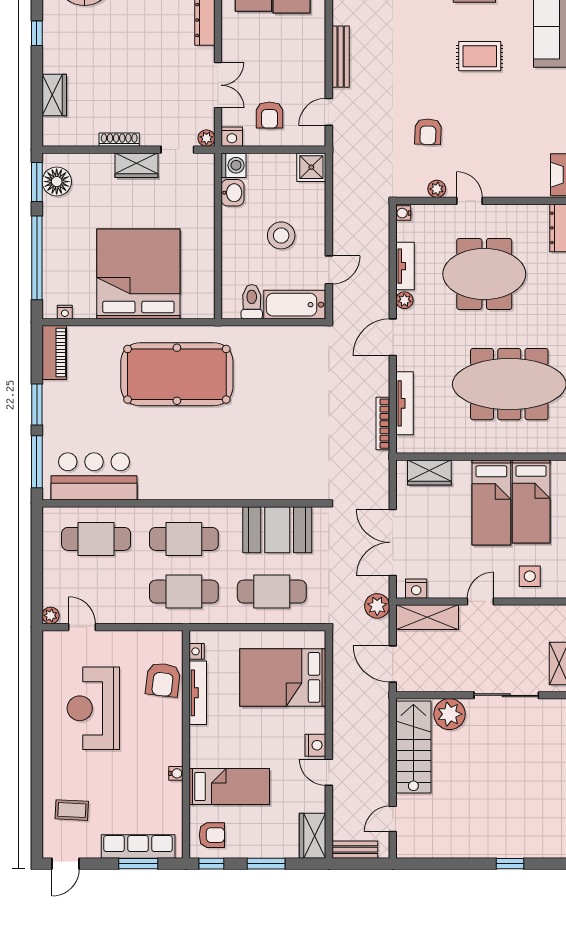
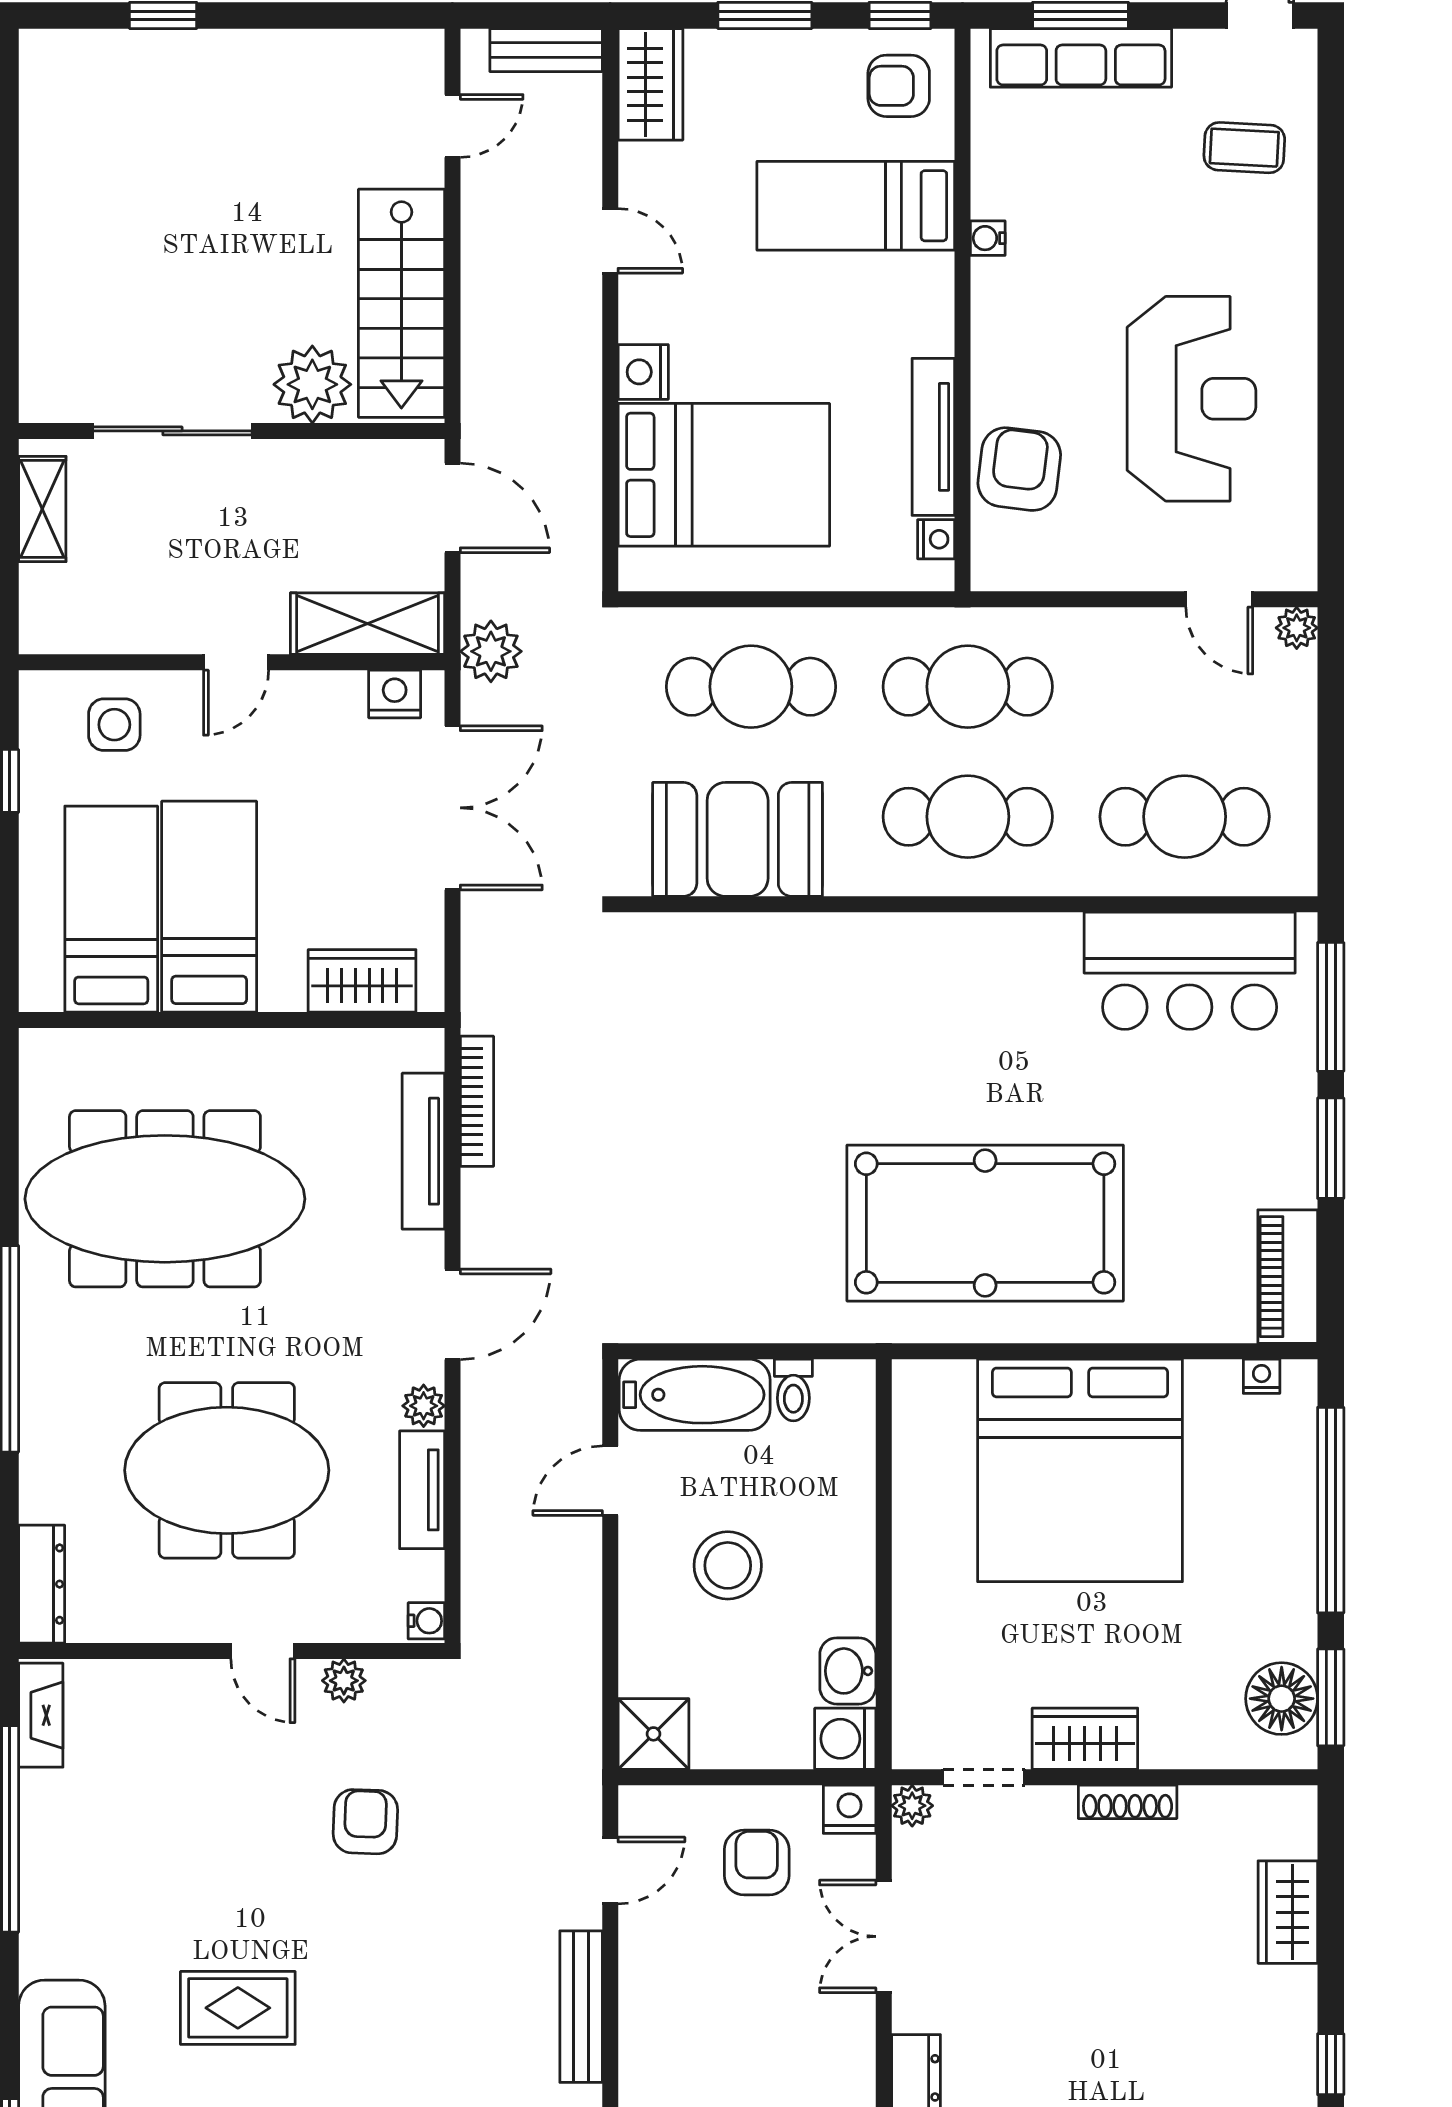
toilet: (252, 302) -> (793, 1390), width x0.73, depth x0.72
nightstand: (315, 745) -> (643, 372), moved

